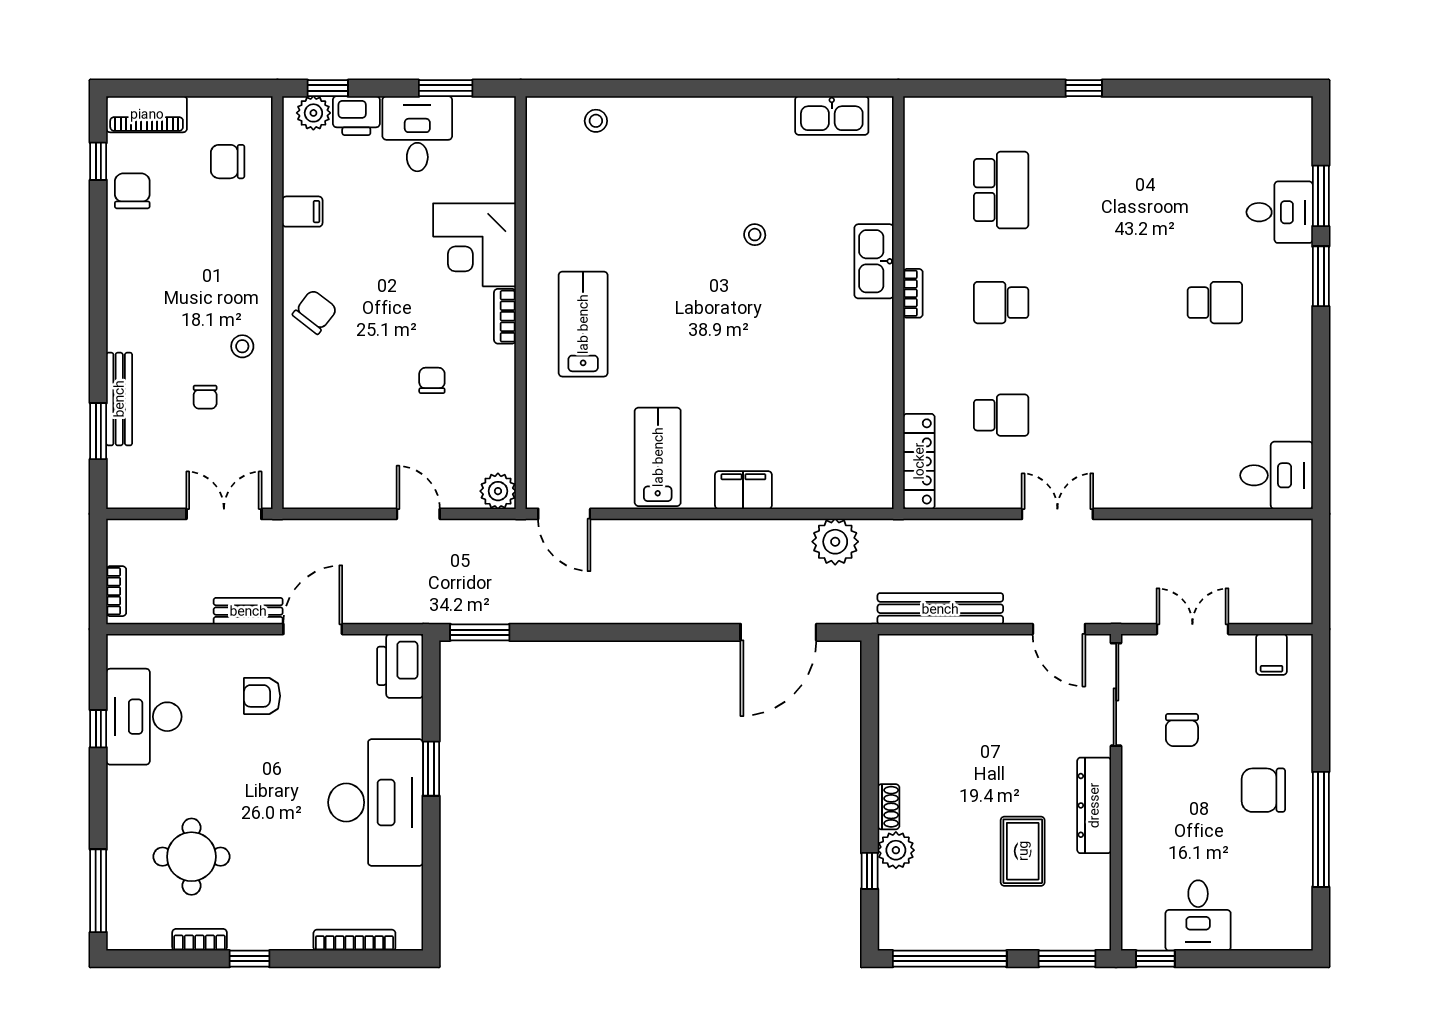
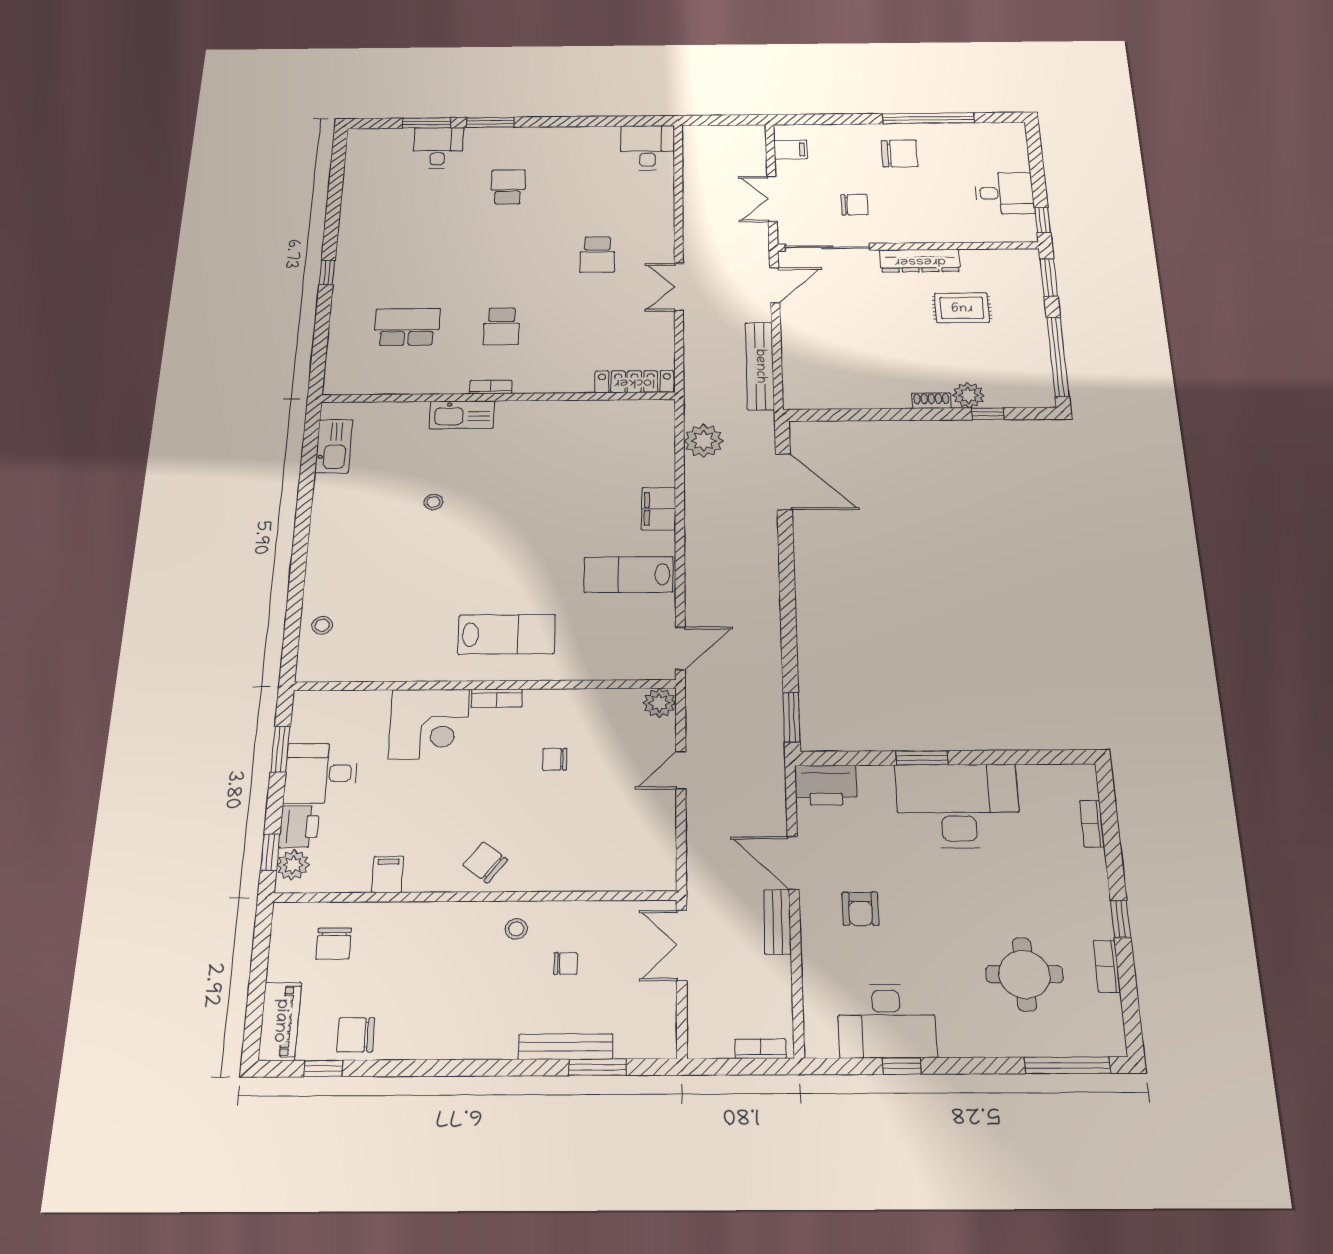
lab bench: (583, 324) -> (507, 634), turned 180
school desk: (1001, 415) -> (597, 254), moved, turned 180
chair: (1263, 790) -> (900, 154), turned -90
bookcase: (354, 940) -> (1092, 824), width x0.64

